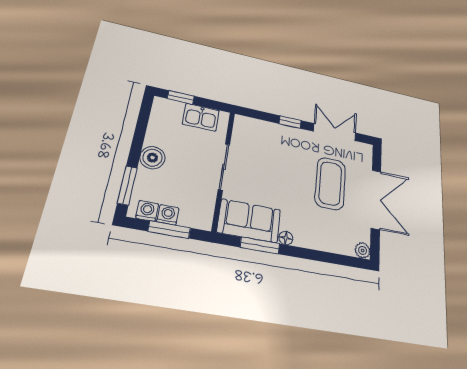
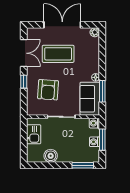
window: (181, 97) -> (24, 148), removed
double door: (335, 132) -> (24, 53), swing flipped
armchair: (273, 156) -> (48, 90), added
boiler: (152, 158) -> (51, 156), moved
washing machine: (147, 211) -> (94, 123), moved

